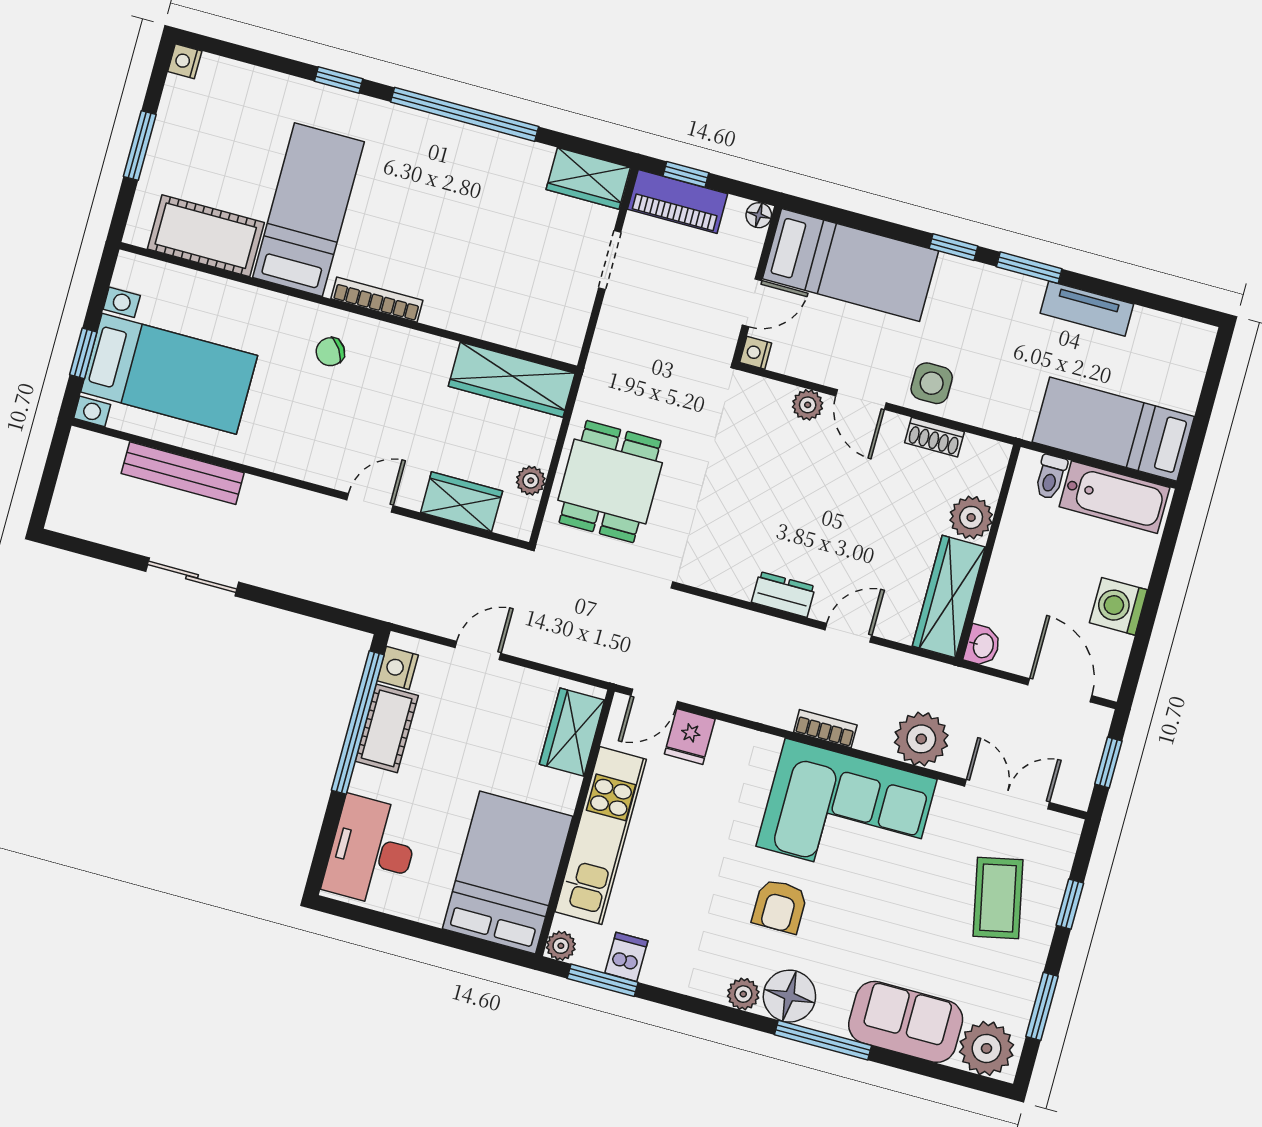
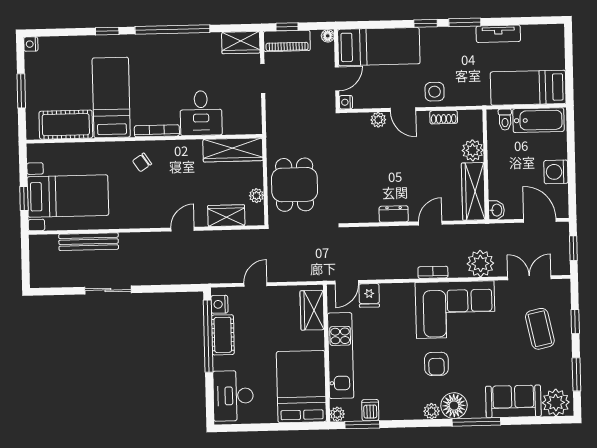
desk: (472, 291) -> (201, 113), added

